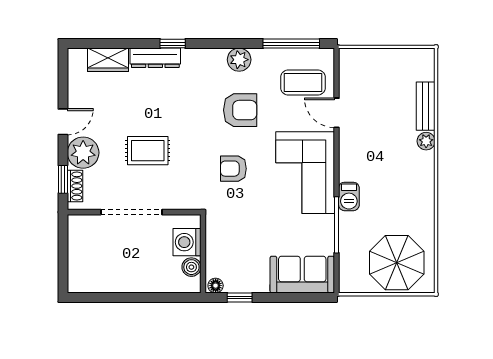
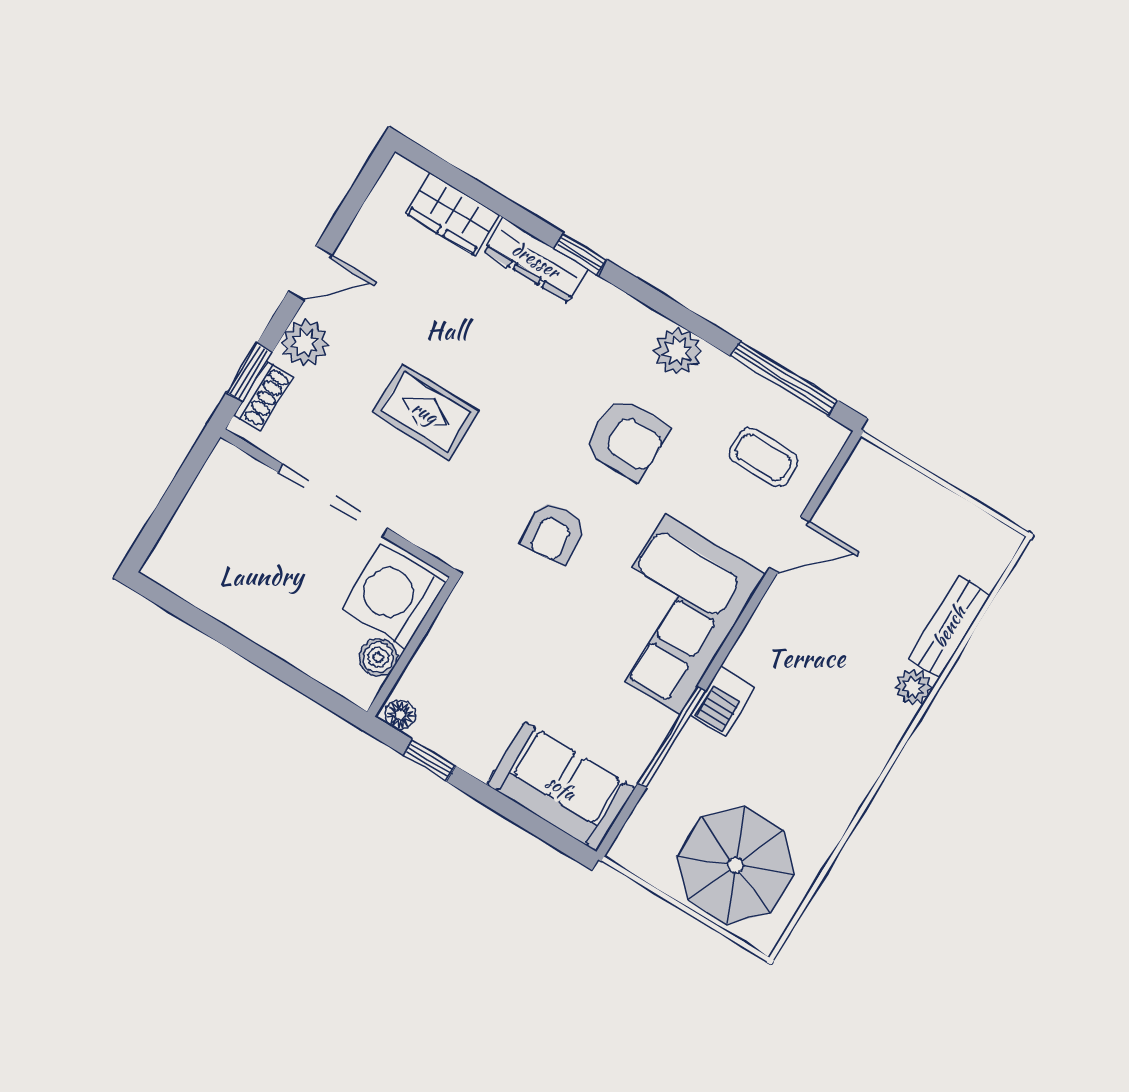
coffee table: (303, 83) -> (763, 457), width x0.73, depth x0.77
door: (337, 113) -> (789, 545), swing flipped
plant: (83, 153) -> (305, 343), width x0.73, depth x0.73
armchair: (233, 169) -> (554, 532), turned -95
washing machine: (187, 242) -> (393, 596), width x1.37, depth x1.37

